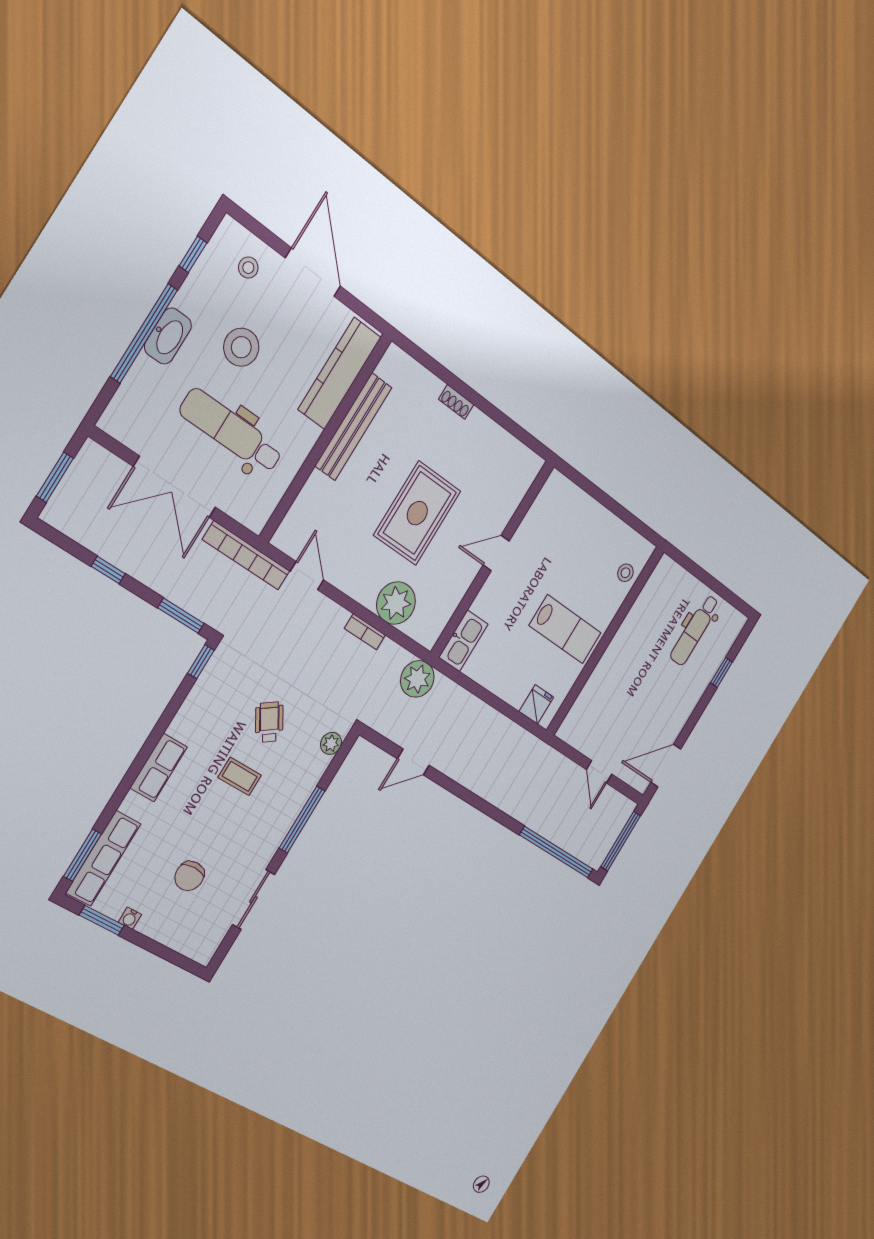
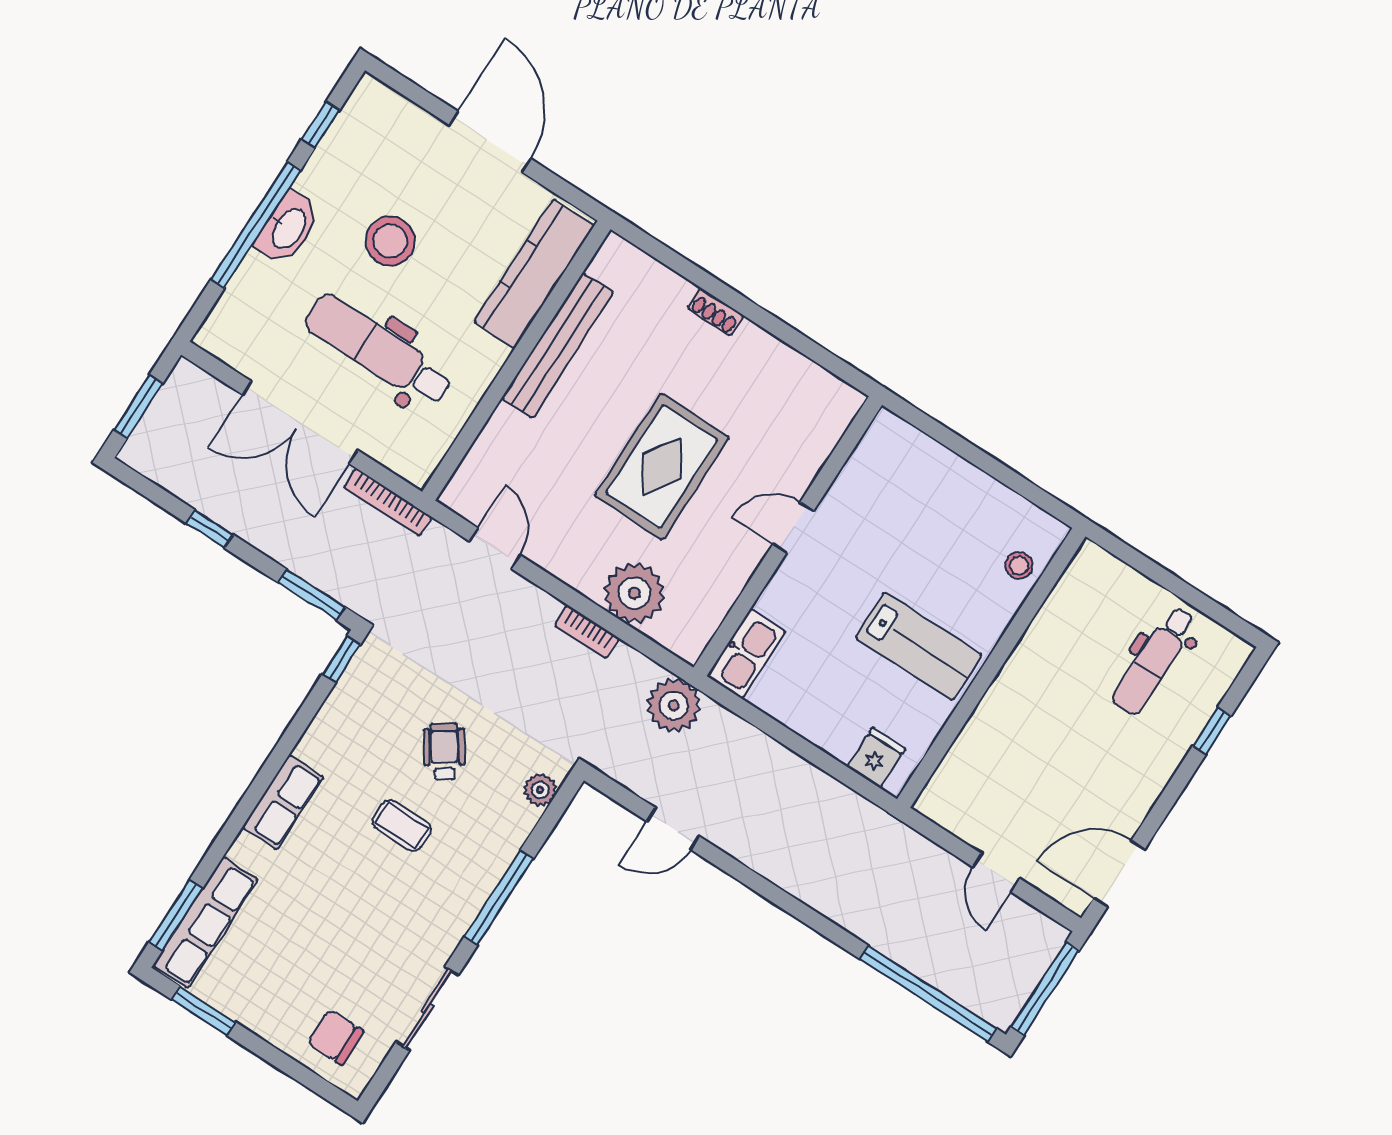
stool: (248, 268) -> (398, 139), removed
bookcase: (246, 555) -> (388, 502), width x0.68, depth x0.76
chair: (189, 876) -> (335, 1037), moved, turned 90
water cooler: (130, 918) -> (244, 1013), removed

